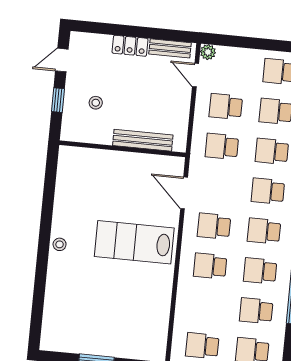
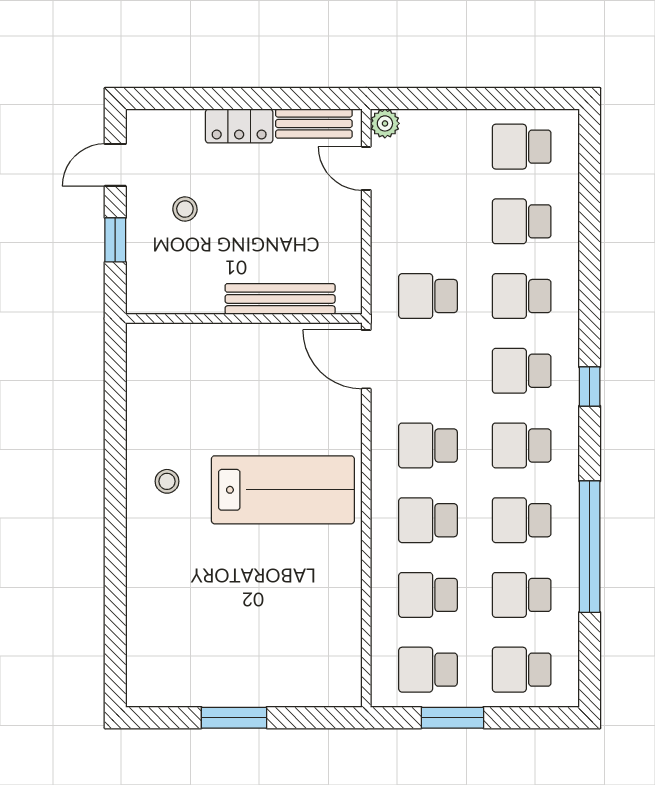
stool: (96, 103) -> (185, 209), moved
school desk: (226, 107) -> (428, 595), moved
door: (184, 193) -> (366, 359), moved
lab bench: (134, 242) -> (283, 490), turned 180
stool: (60, 244) -> (167, 481), moved

